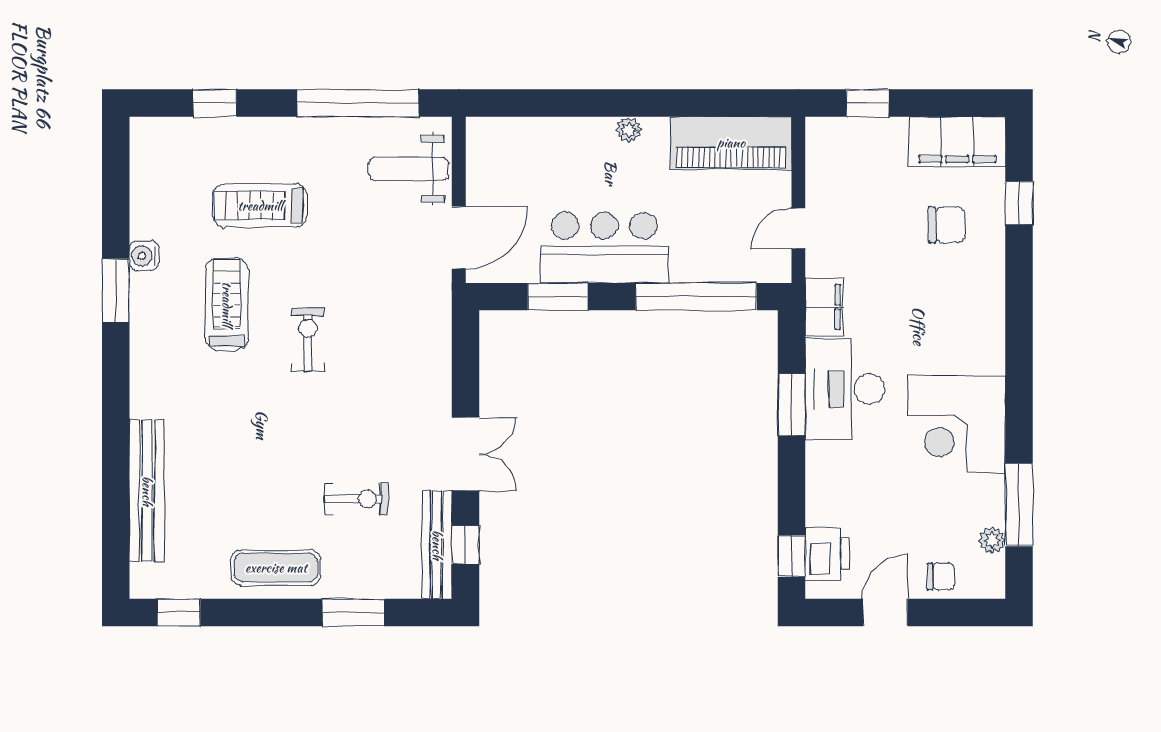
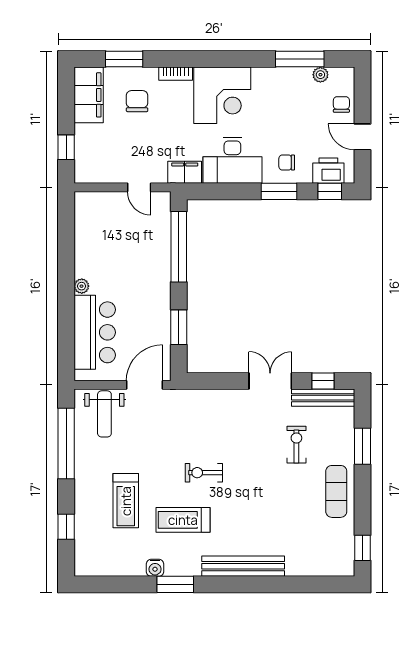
piano: (731, 143) -> (89, 227), removed
window: (1019, 203) -> (124, 59), width x1.50
door: (459, 238) -> (144, 385), hinge flipped
bar counter: (604, 248) -> (95, 332), moved, turned 180
bookcase: (994, 291) -> (176, 74), added
window: (792, 405) -> (279, 191), moved
corner desk: (957, 425) -> (222, 95), moved
chair: (841, 482) -> (287, 162), added
bench: (147, 491) -> (243, 566), moved

